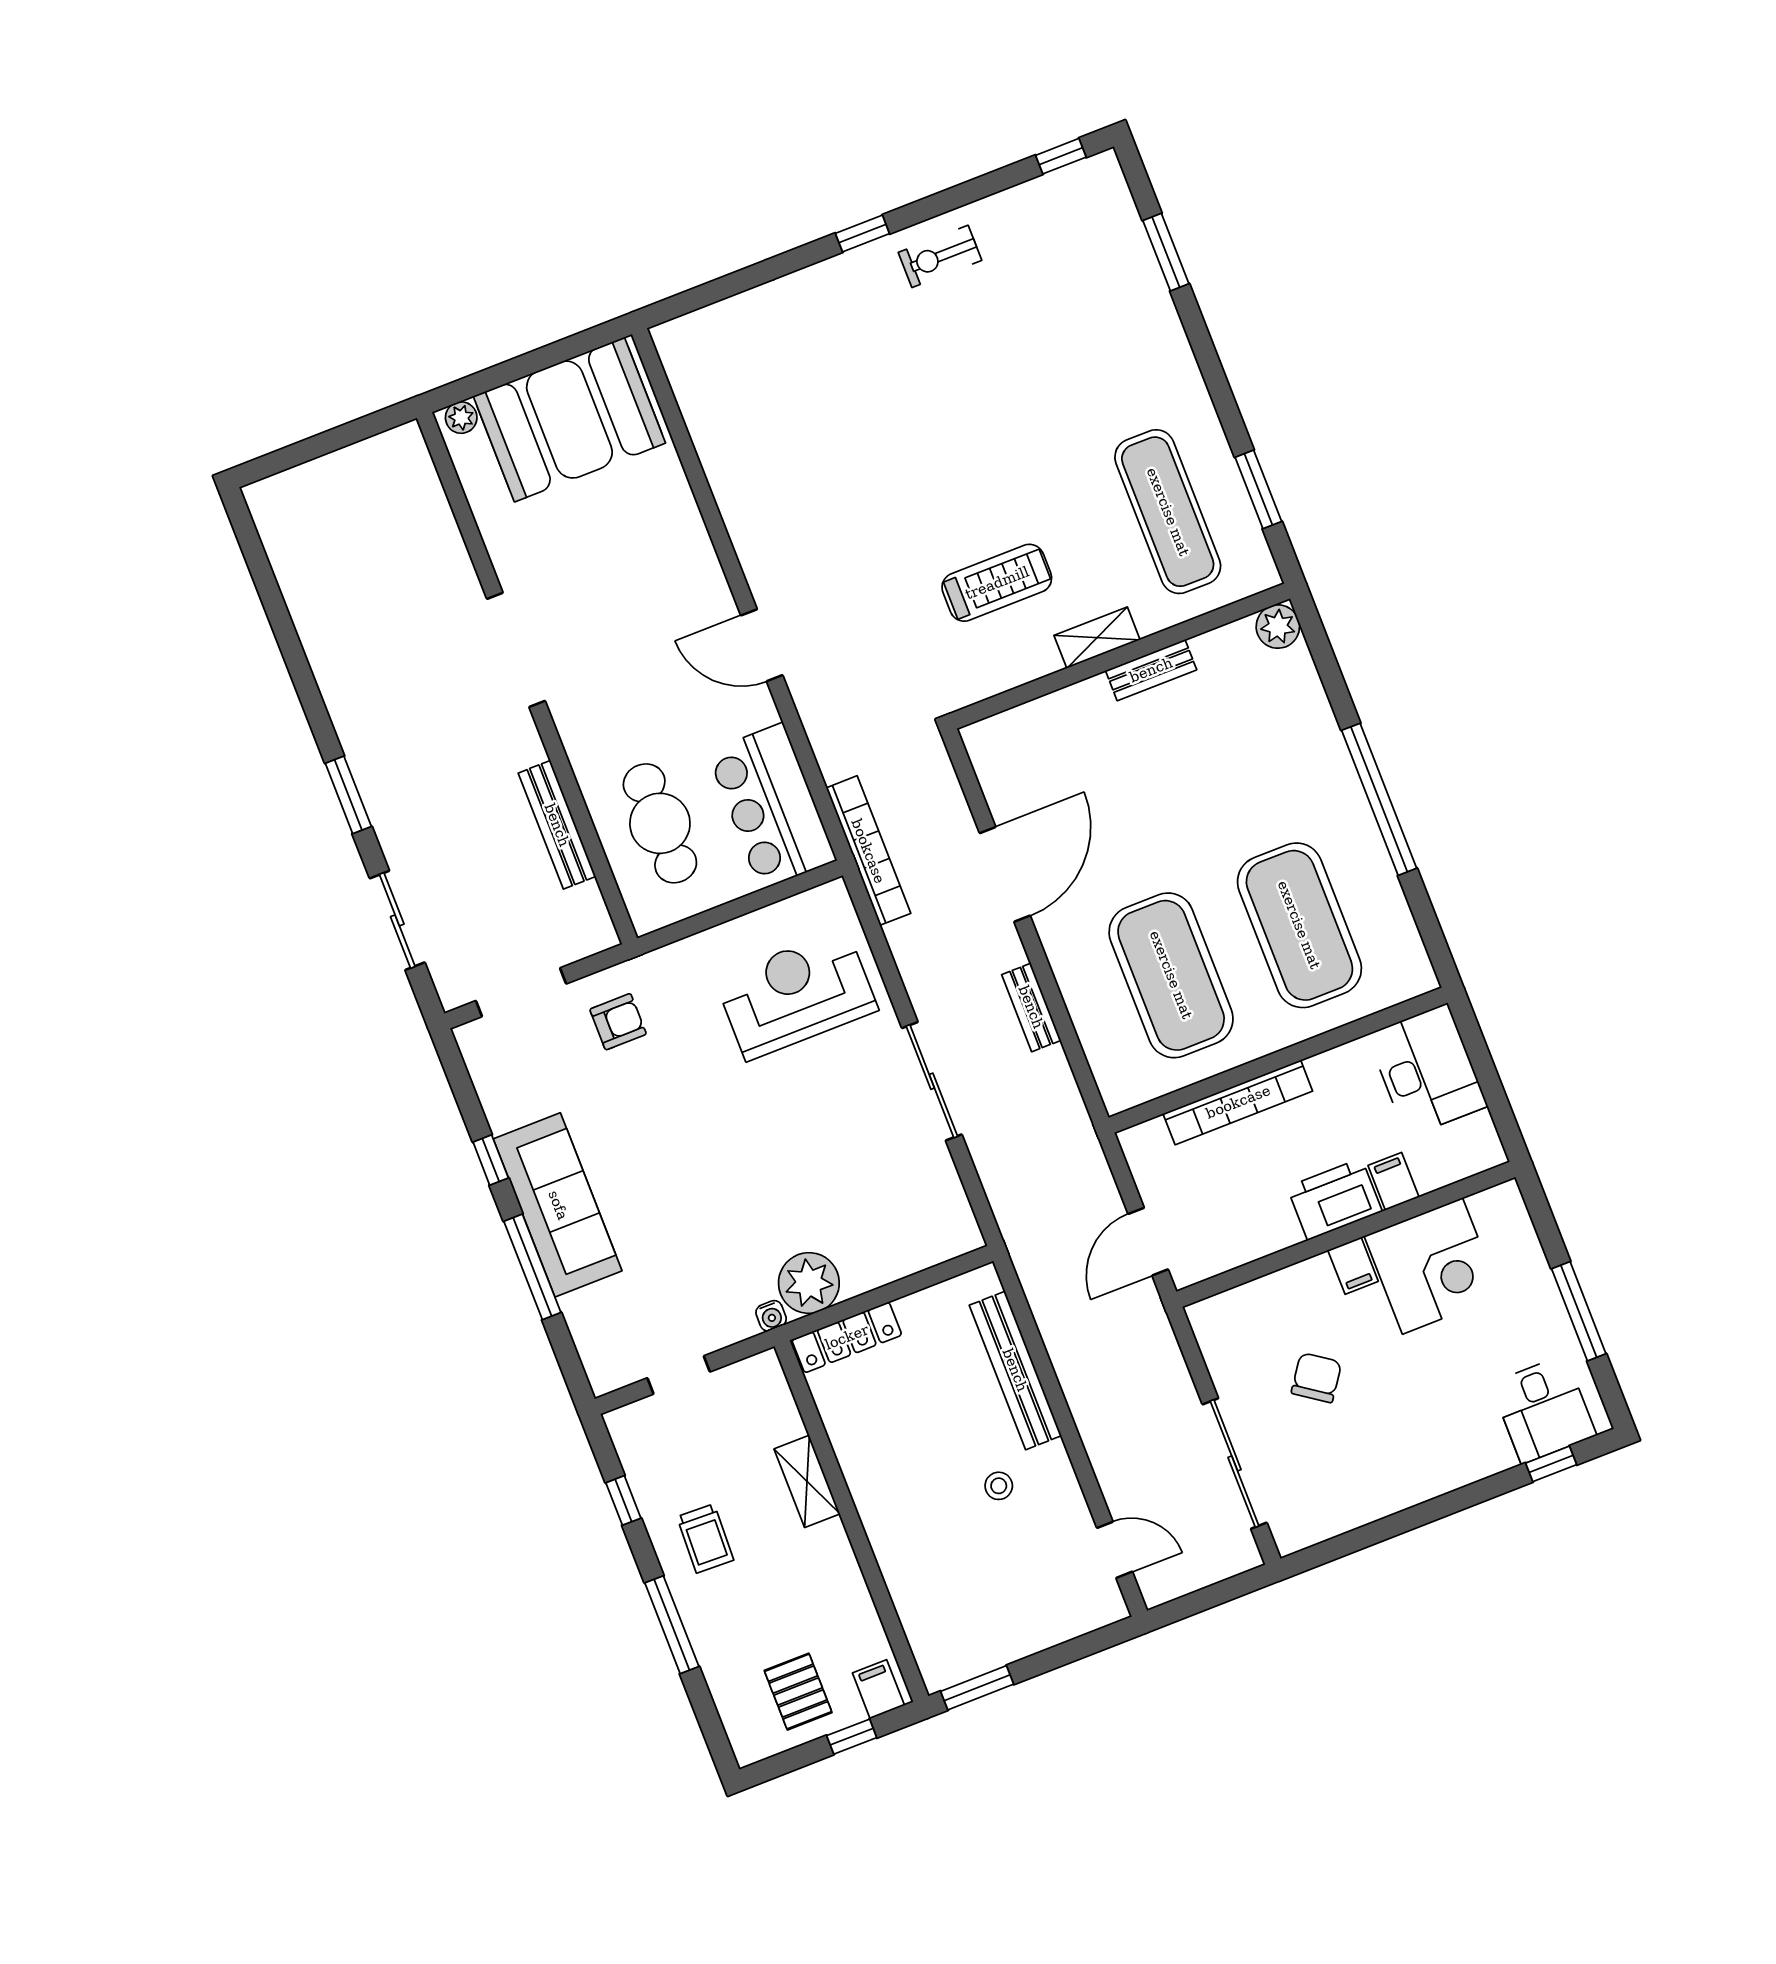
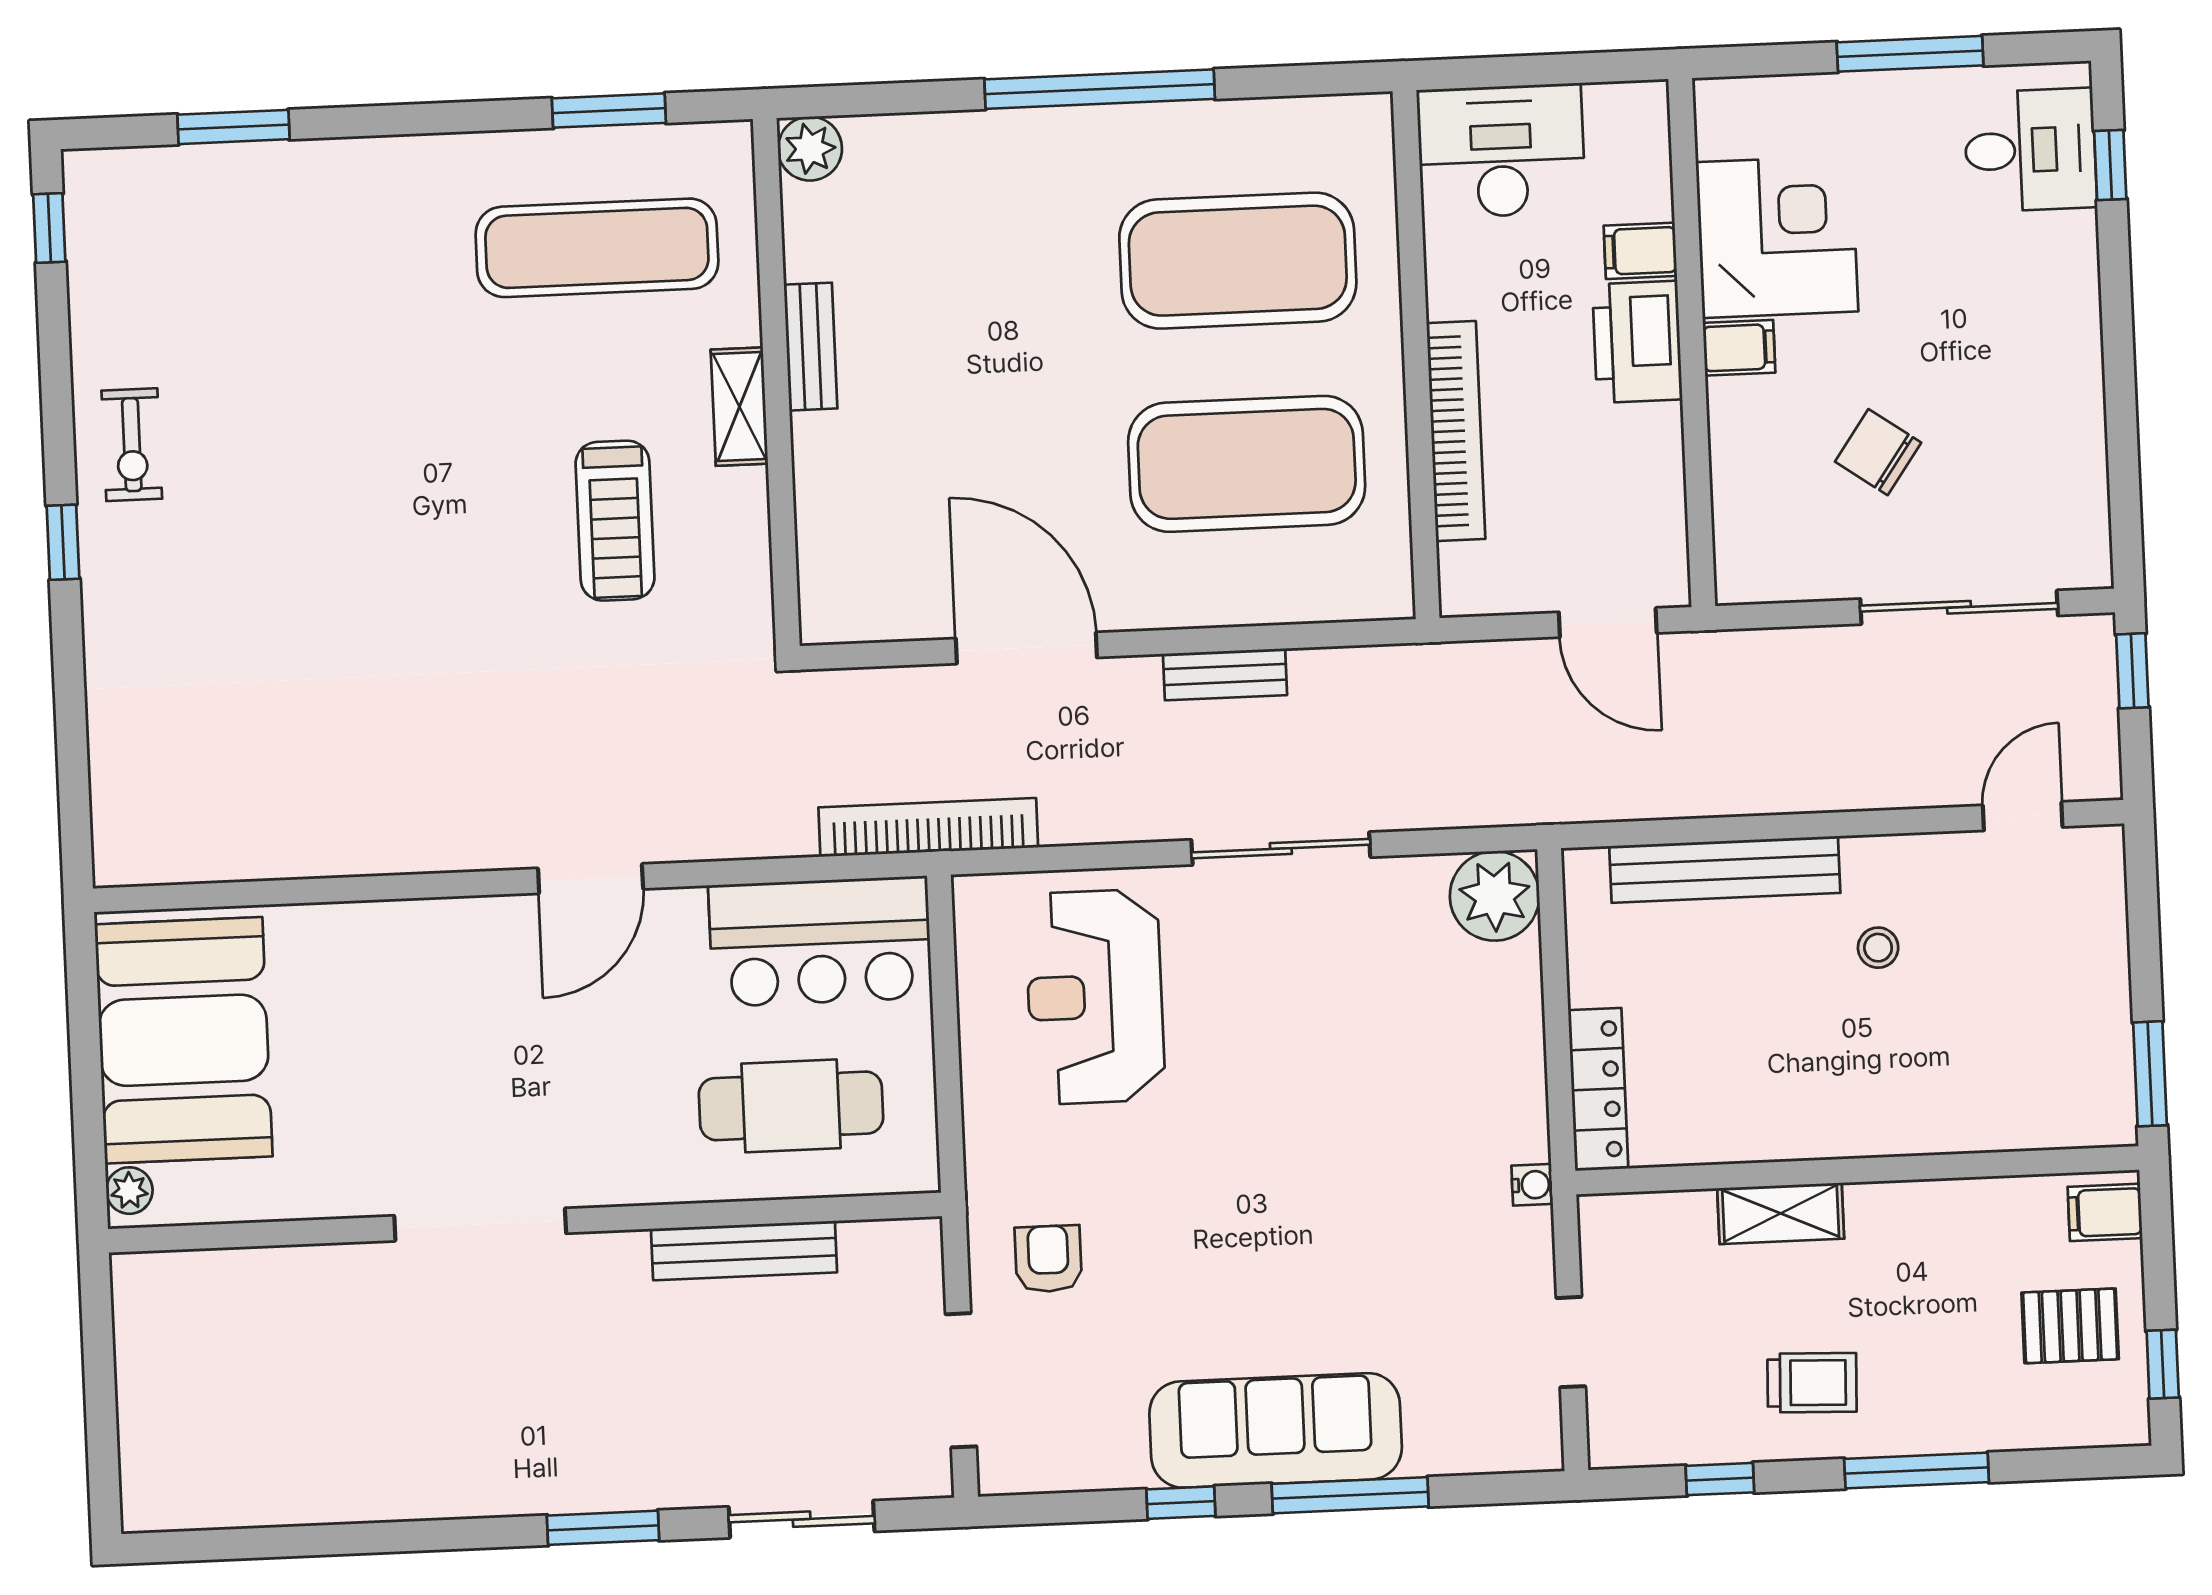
treadmill: (997, 583) -> (615, 521), turned 180
plant: (809, 1283) -> (1495, 896), moved
window: (1232, 1588) -> (2132, 671), added
window: (852, 1737) -> (2163, 1364), moved

